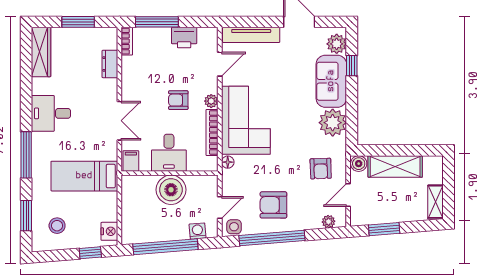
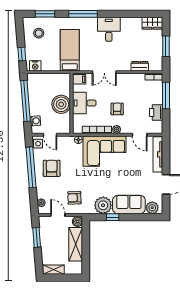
wardrobe: (41, 52) -> (152, 23), width x0.67
window: (352, 66) -> (113, 217), moved

